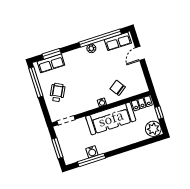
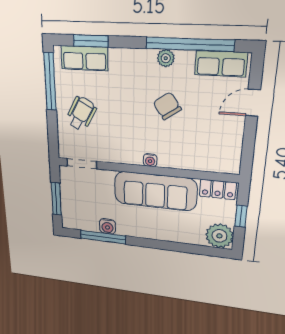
chair: (118, 88) -> (167, 106), moved

